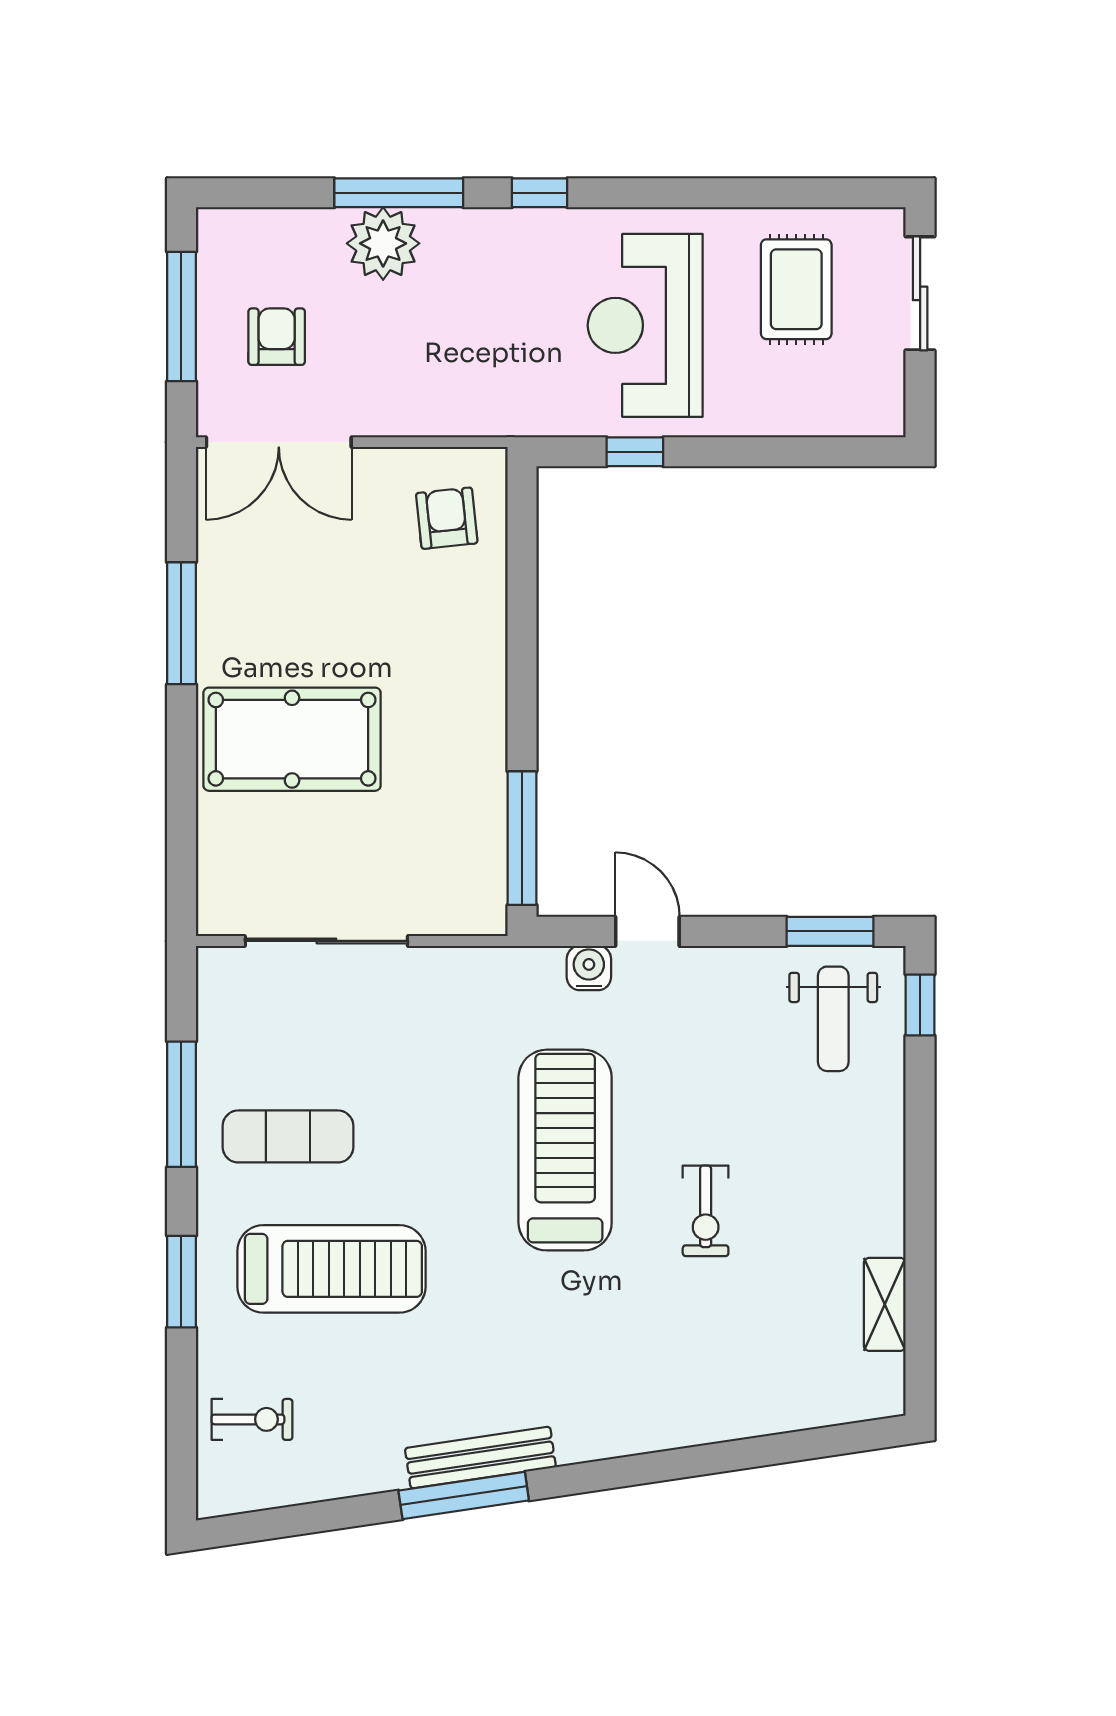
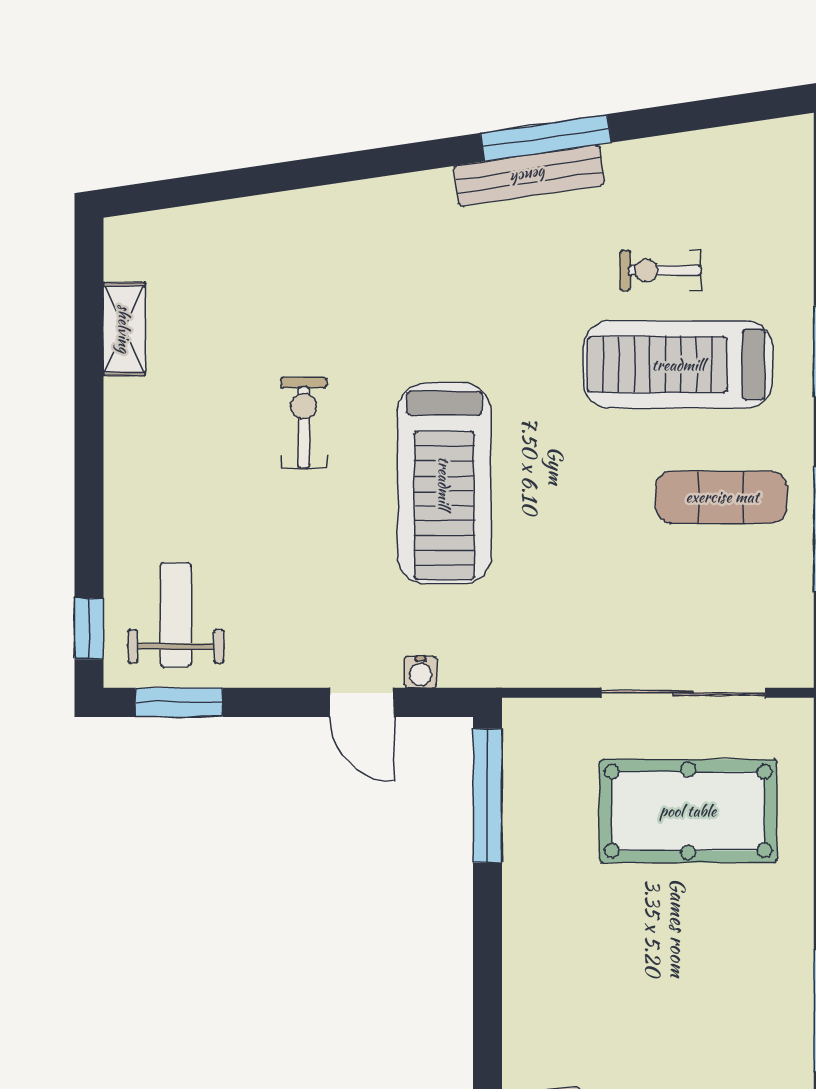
pool table: (292, 739) -> (688, 811), moved
water cooler: (589, 968) -> (420, 672), width x0.72, depth x0.72
exercise bike: (252, 1419) -> (661, 271), moved

